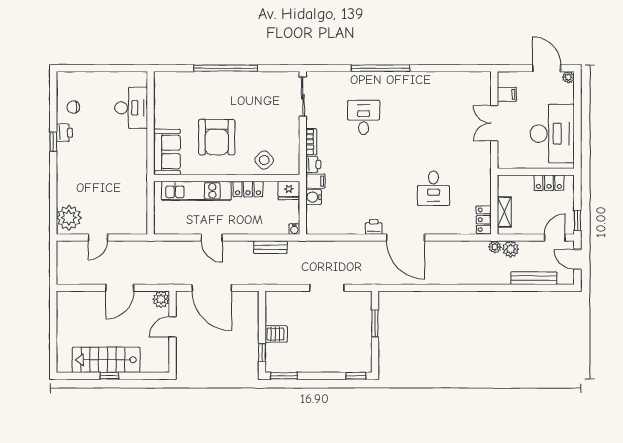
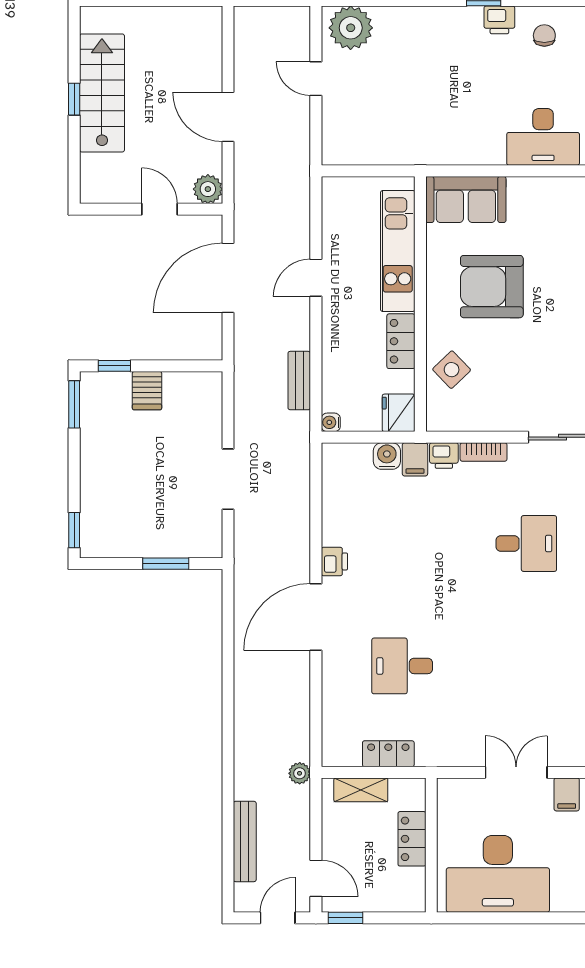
locker: (549, 183) -> (412, 839), moved
locker: (484, 220) -> (388, 754), moved
plant: (511, 249) -> (296, 801), removed

